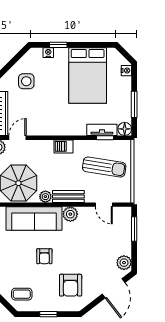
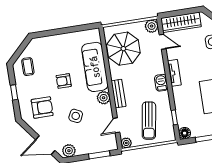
tv unit: (102, 130) -> (174, 73), moved
plant: (45, 197) -> (126, 143), moved
side table: (86, 249) -> (76, 116), added
armchair: (71, 285) -> (42, 108), turned 180

